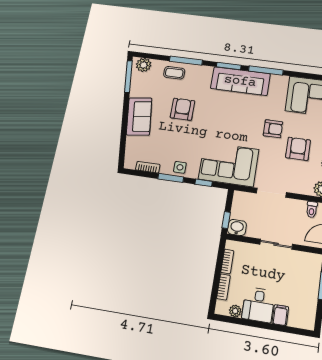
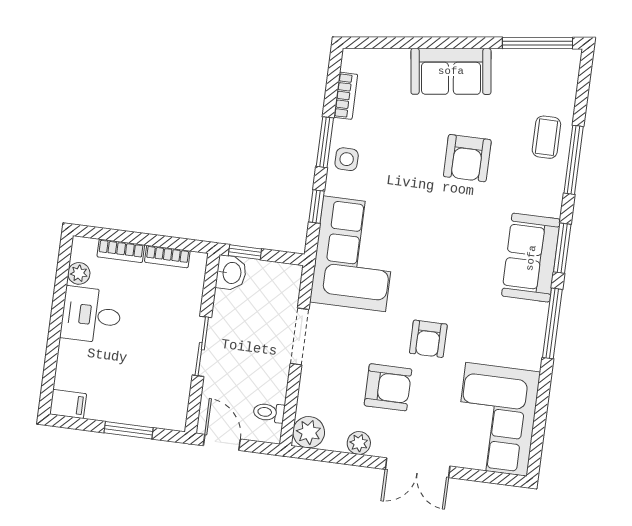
plant: (144, 65) -> (564, 73), removed
sofa: (240, 81) -> (531, 258), width x0.73
armchair: (182, 109) -> (467, 158), turned 90
filing cabinet: (280, 315) -> (68, 404), moved

